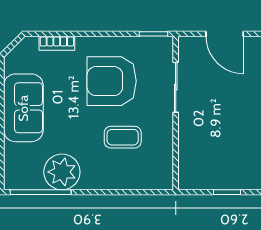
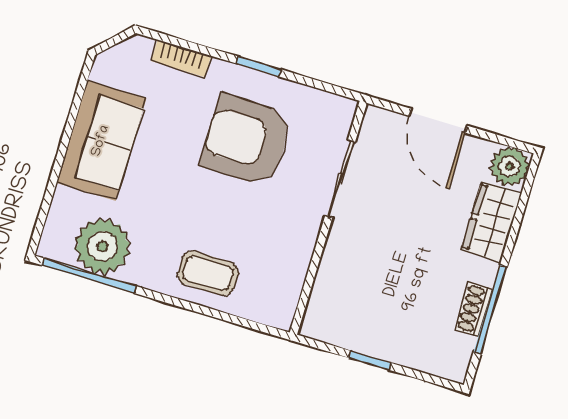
window: (153, 34) -> (259, 66), moved
coffee table: (123, 137) -> (208, 273), moved
plant: (62, 172) -> (102, 246), moved

